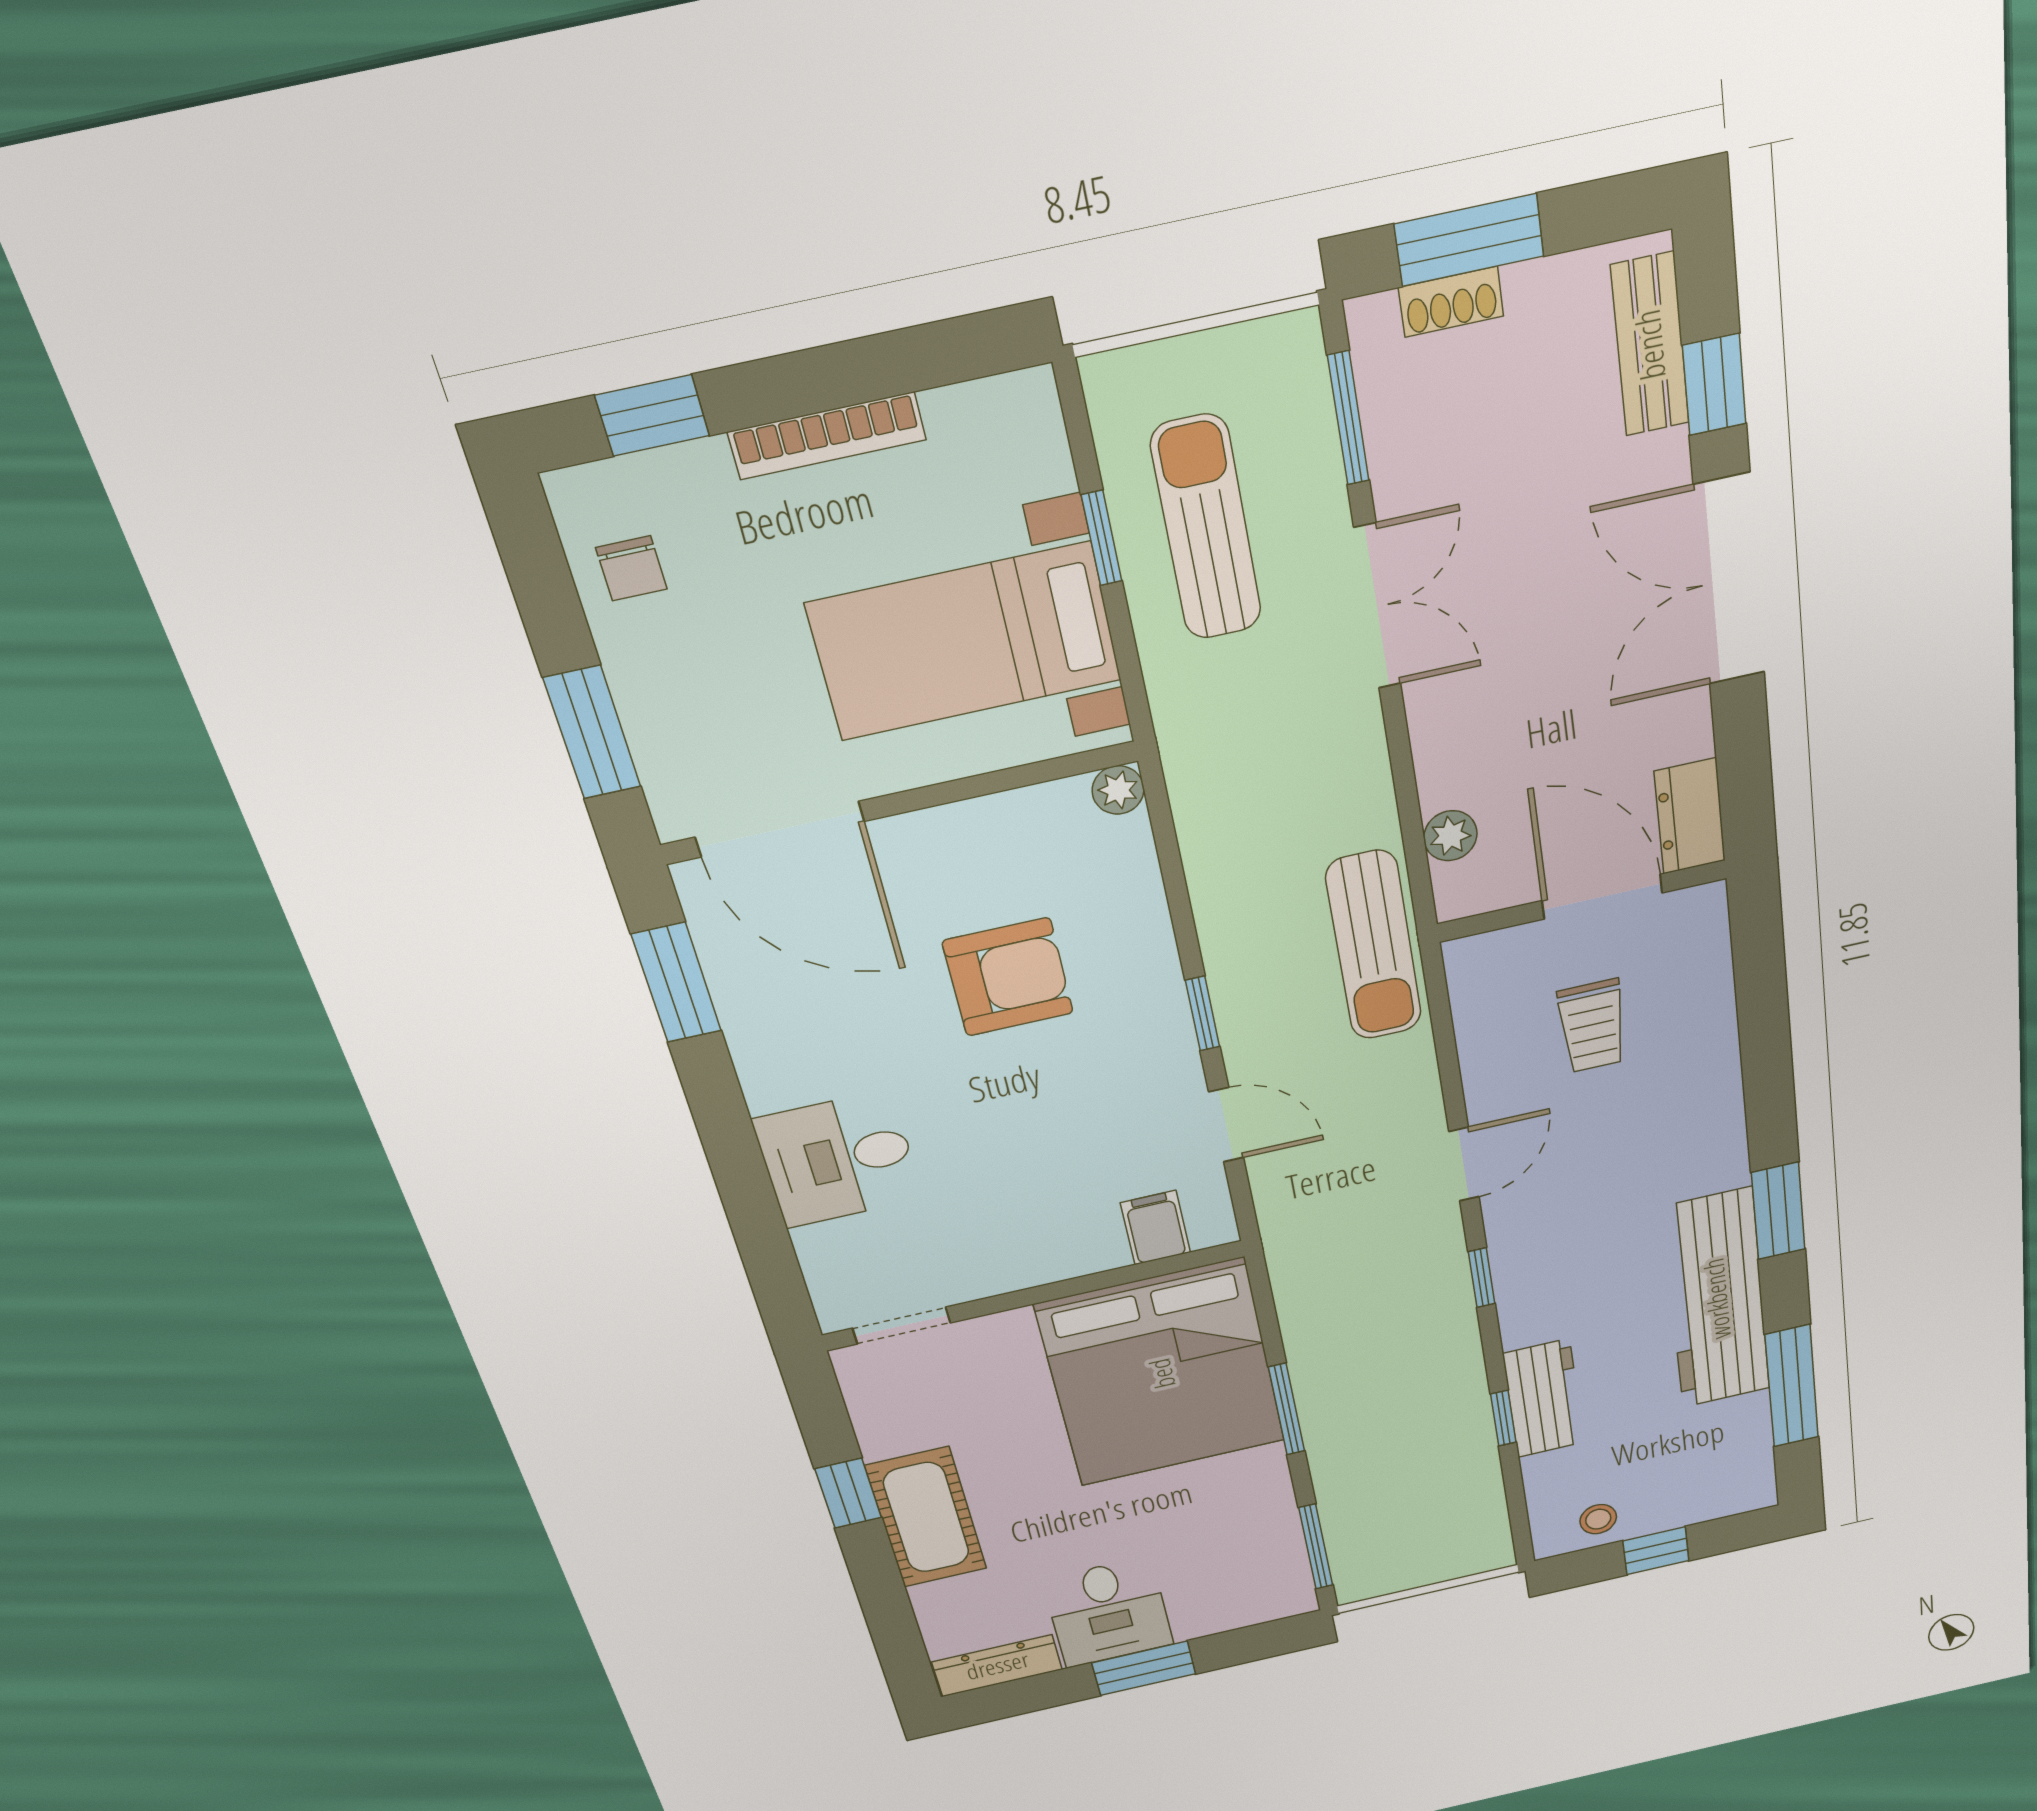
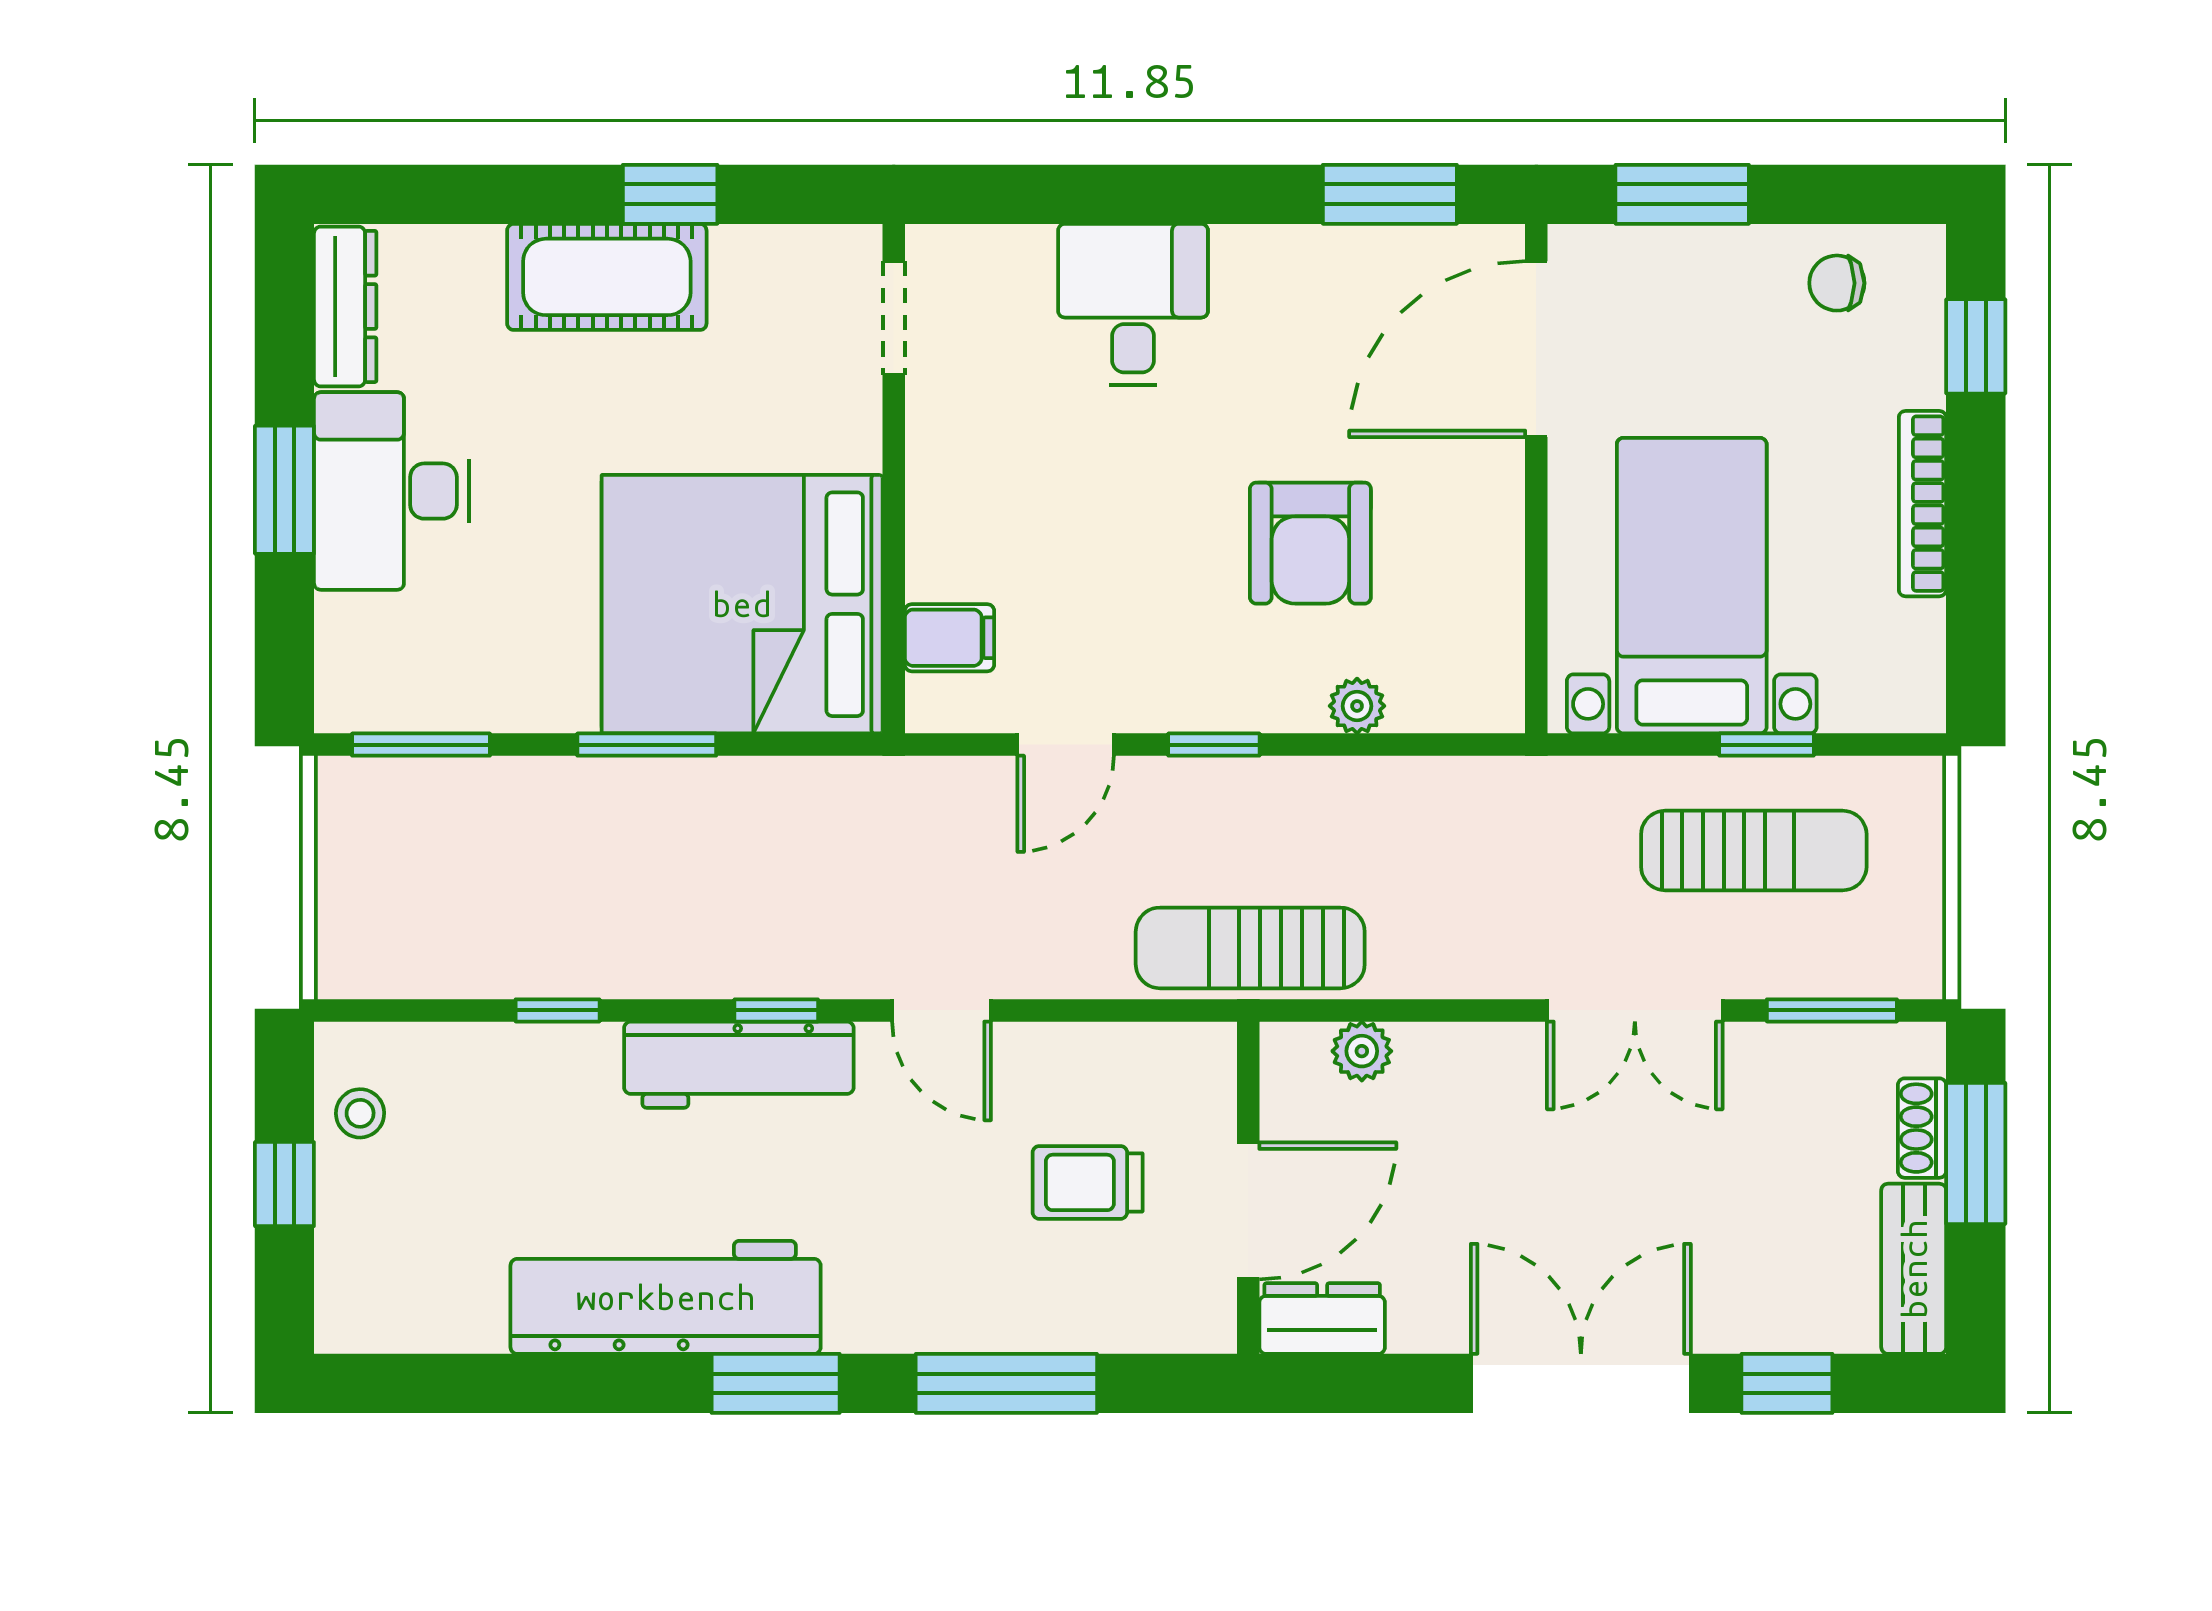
bench: (1650, 345) -> (1914, 1269), moved, turned 90
plant: (1118, 790) -> (1357, 706), moved
window: (1792, 1386) -> (1006, 1383), moved
workbench: (1543, 1398) -> (739, 1065), moved, width x1.37
desk: (1108, 1612) -> (392, 491), width x1.37

